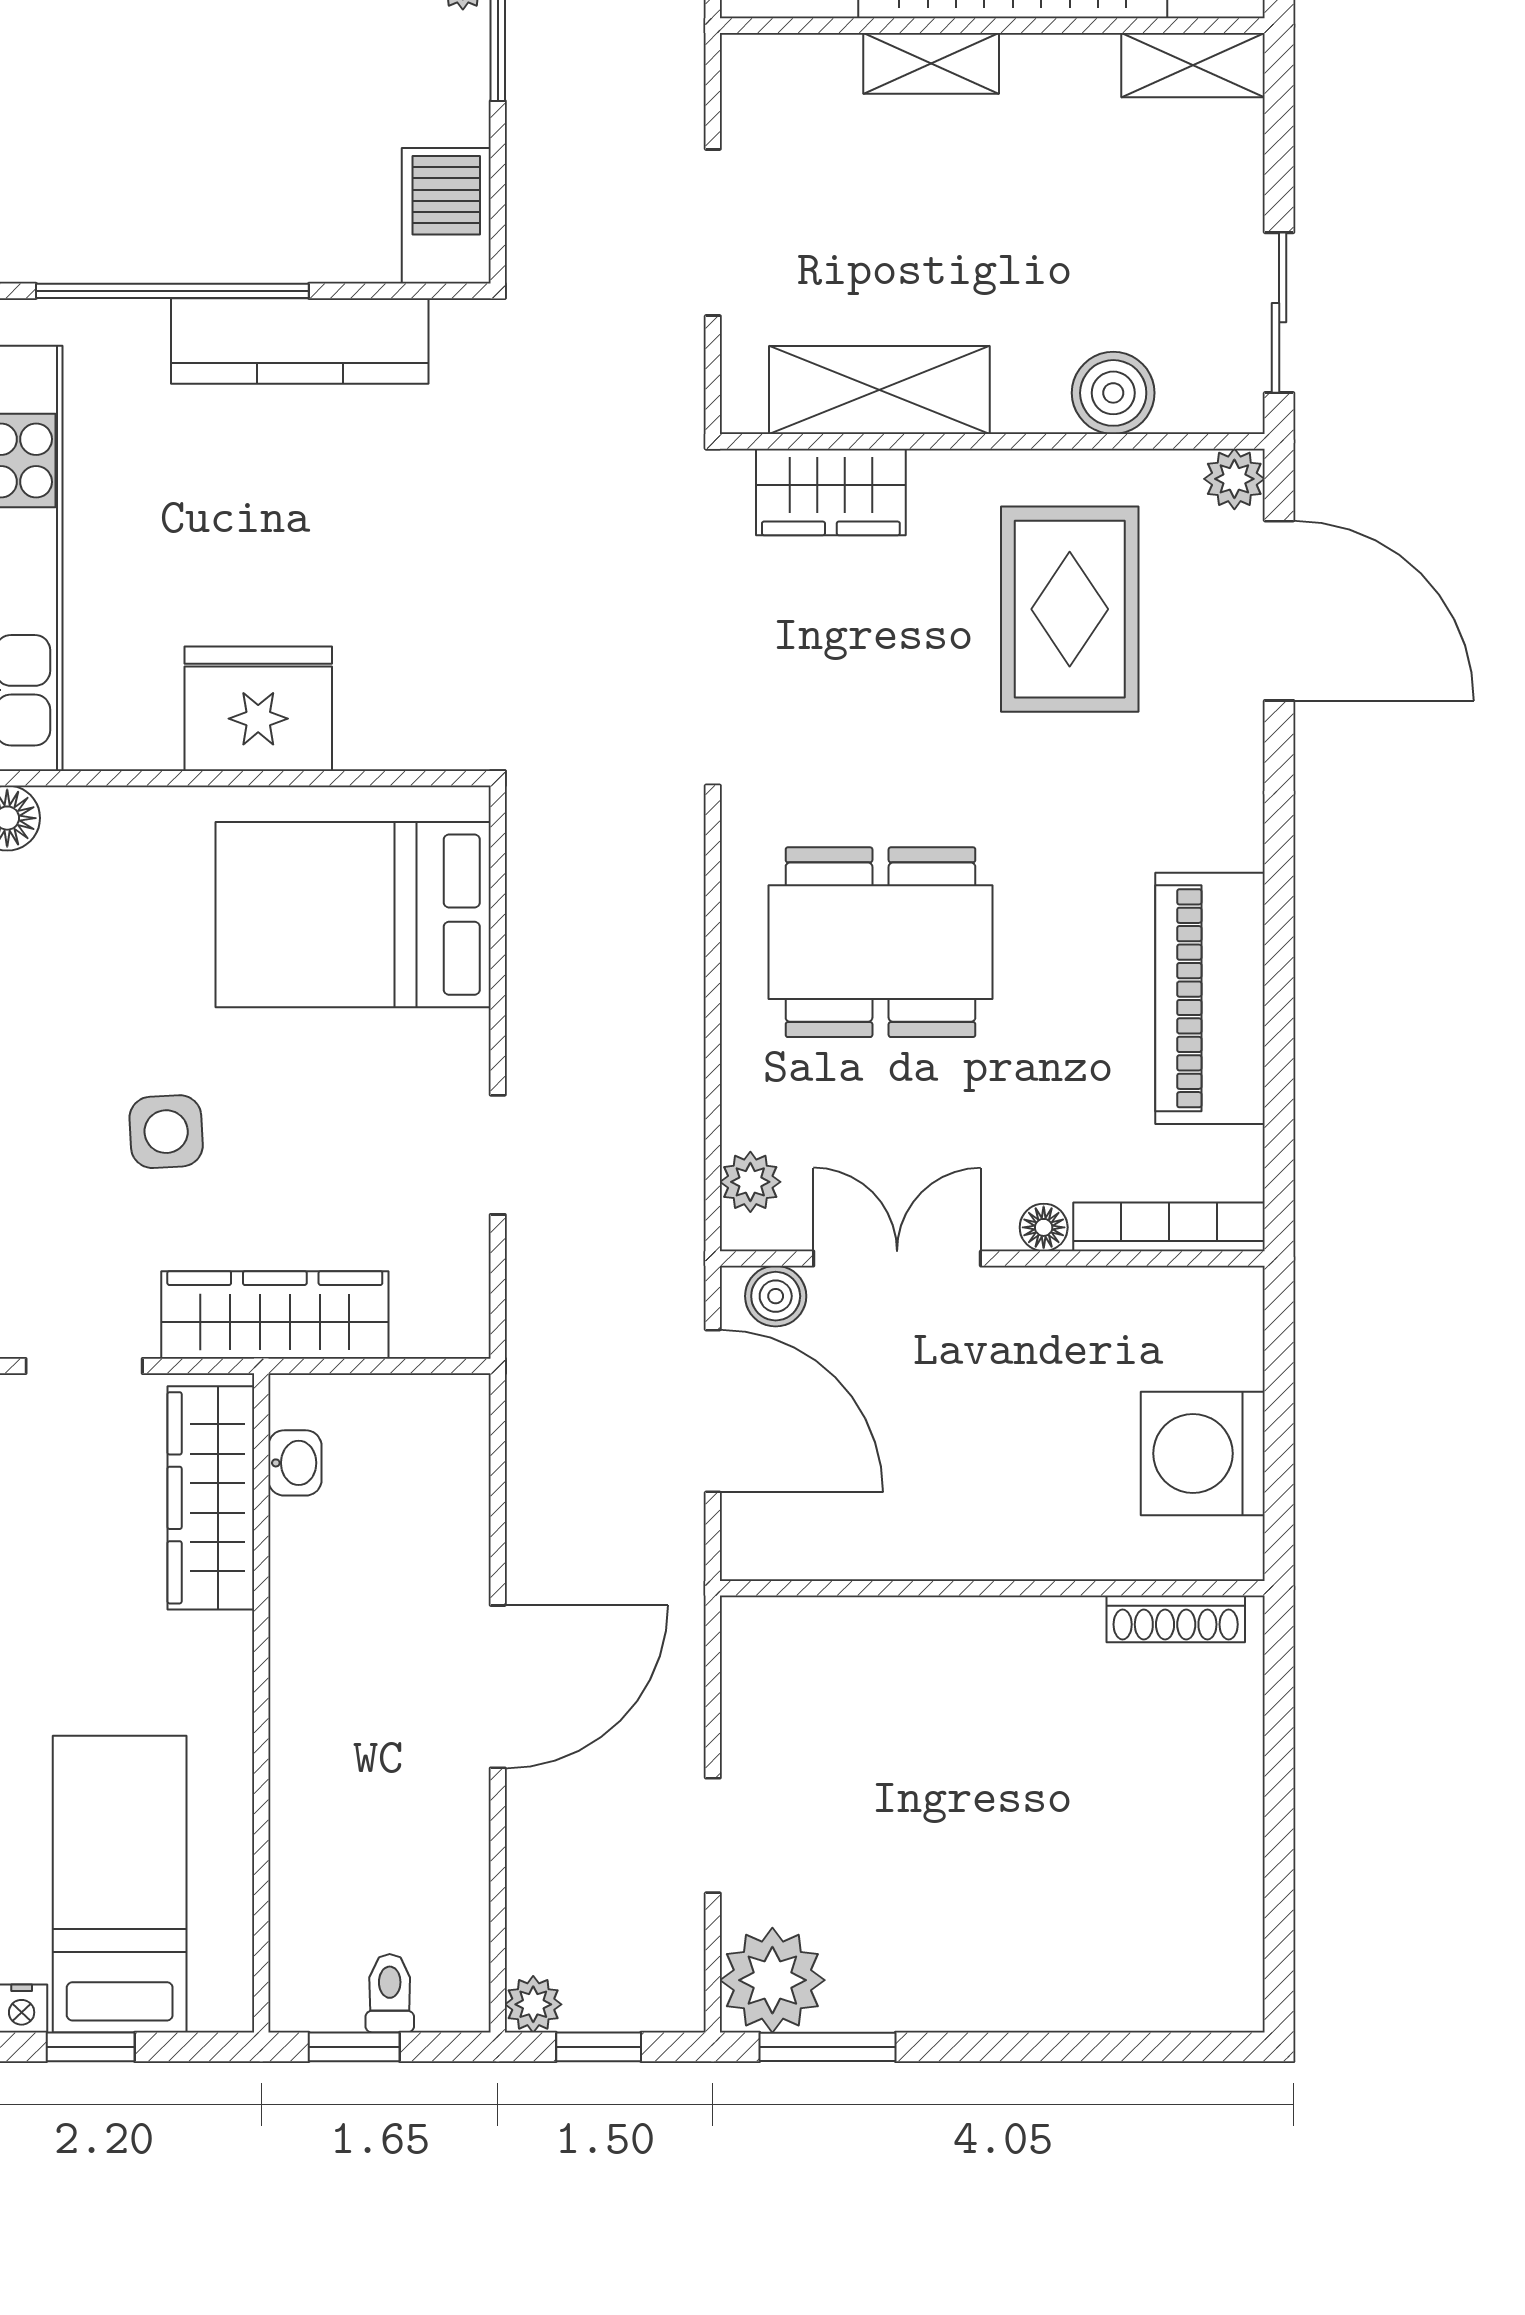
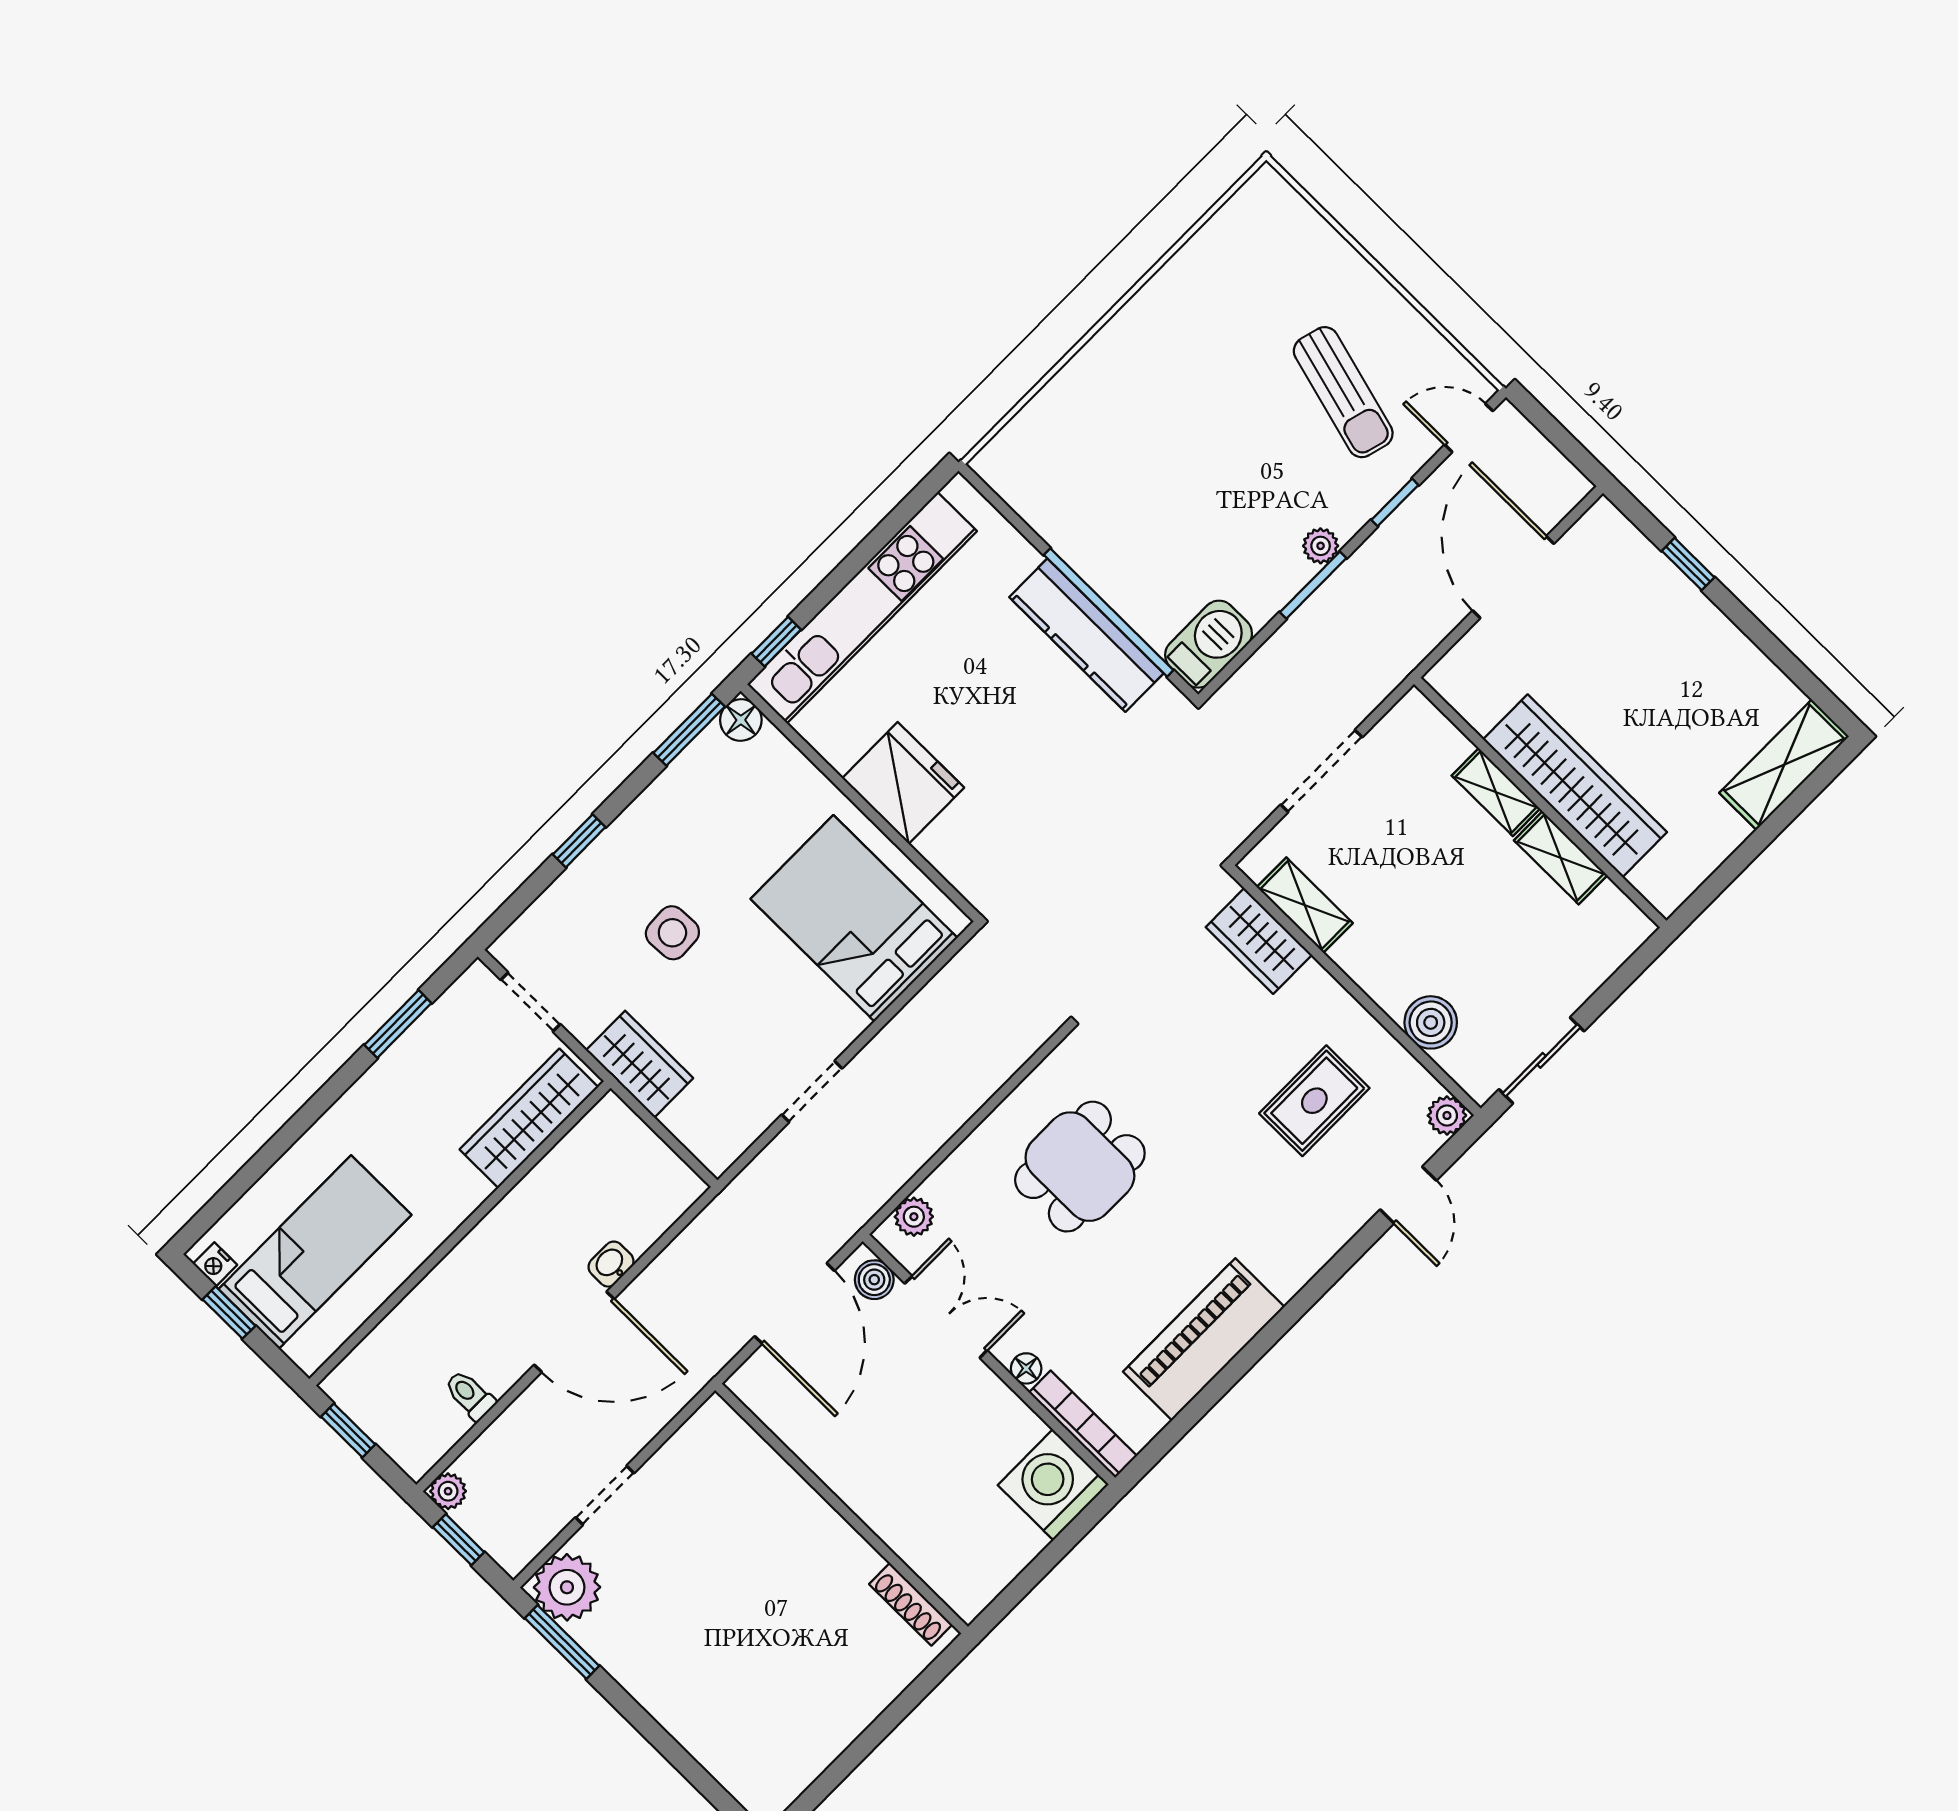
shelving: (1193, 65) -> (1561, 858), moved
window: (172, 291) -> (1109, 613), moved
shelving: (879, 390) -> (1305, 905), width x0.67, depth x0.75
rug: (1070, 609) -> (1314, 1101), width x0.73, depth x0.70
door: (1279, 611) -> (1408, 1195), width x0.53
dining table: (880, 942) -> (1080, 1167), width x0.73
wardrobe: (275, 1315) -> (640, 1064), width x0.67
washing machine: (1203, 1453) -> (1053, 1485), moved
washbasin: (295, 1463) -> (611, 1264), moved, turned 180
toilet: (390, 1993) -> (470, 1395), moved, turned -90

